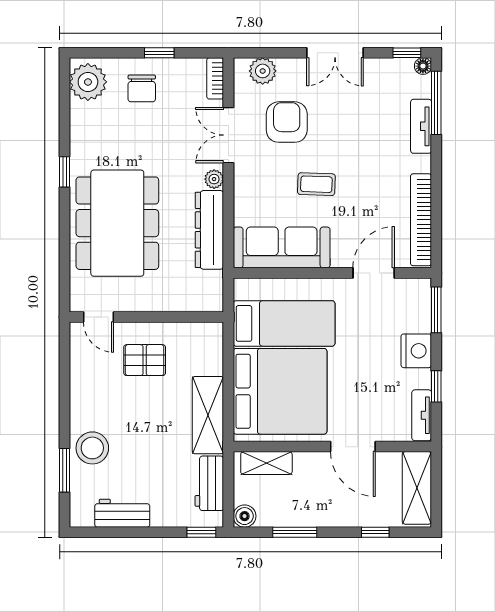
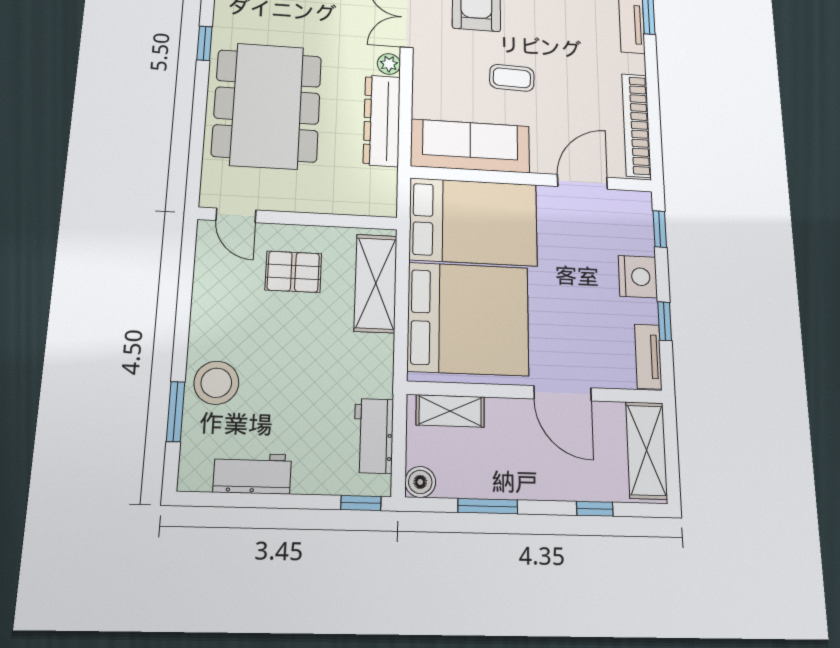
window: (436, 310) -> (660, 229), width x0.67
bed: (284, 323) -> (473, 222), width x1.50
shelving: (208, 415) -> (376, 283), moved

